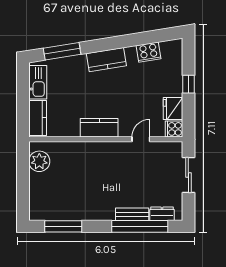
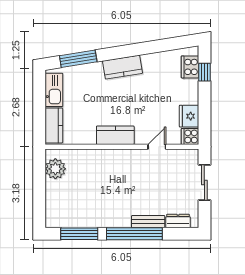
cooker: (148, 52) -> (190, 67), moved, turned 99
window: (188, 84) -> (204, 72), moved
window: (140, 226) -> (134, 234), moved

